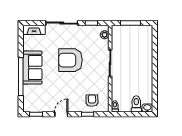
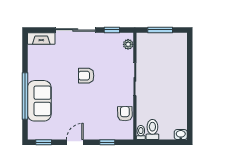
armchair: (70, 60) -> (86, 76), width x0.53, depth x0.53
sofa: (32, 68) -> (39, 101), moved
armchair: (92, 101) -> (125, 114), moved
toilet: (136, 104) -> (152, 130), moved

